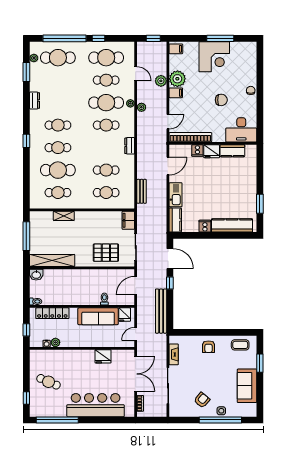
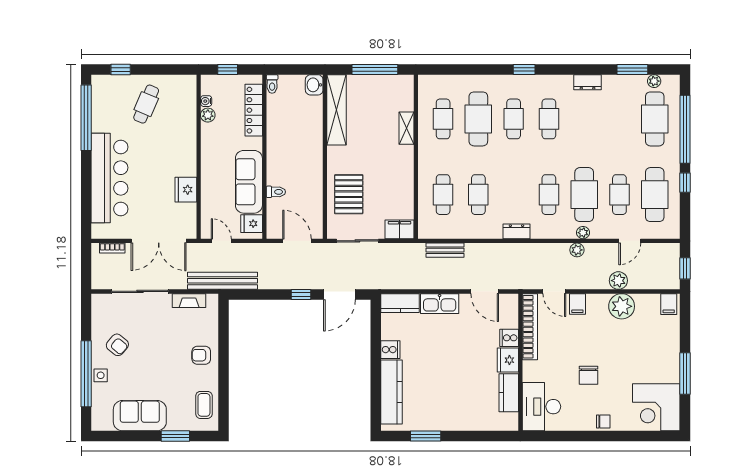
corner desk: (214, 57) -> (656, 407), moved
filing cabinet: (176, 93) -> (577, 304), moved
bench: (161, 311) -> (223, 281), moved

